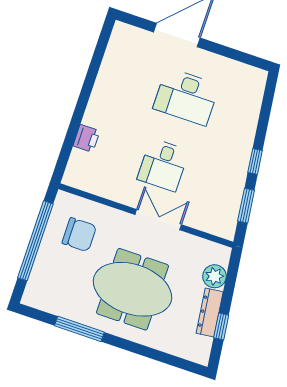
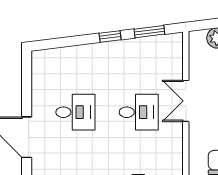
desk: (186, 97) -> (75, 112), width x0.73

